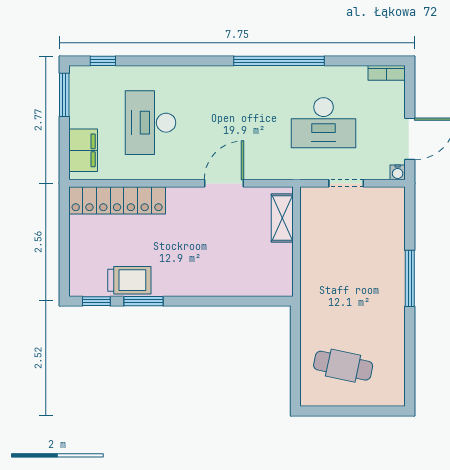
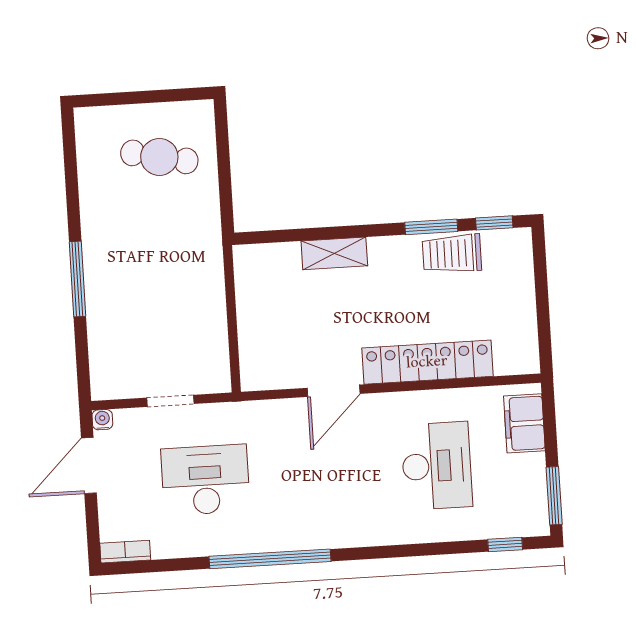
locker: (117, 200) -> (427, 362), moved
shelving: (282, 218) -> (334, 253), moved, turned 90

